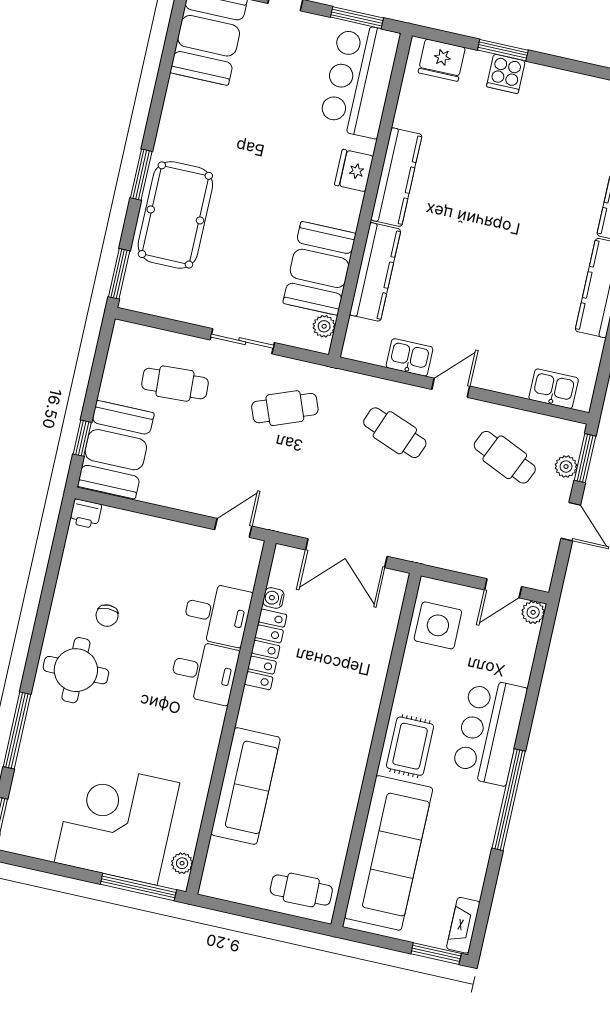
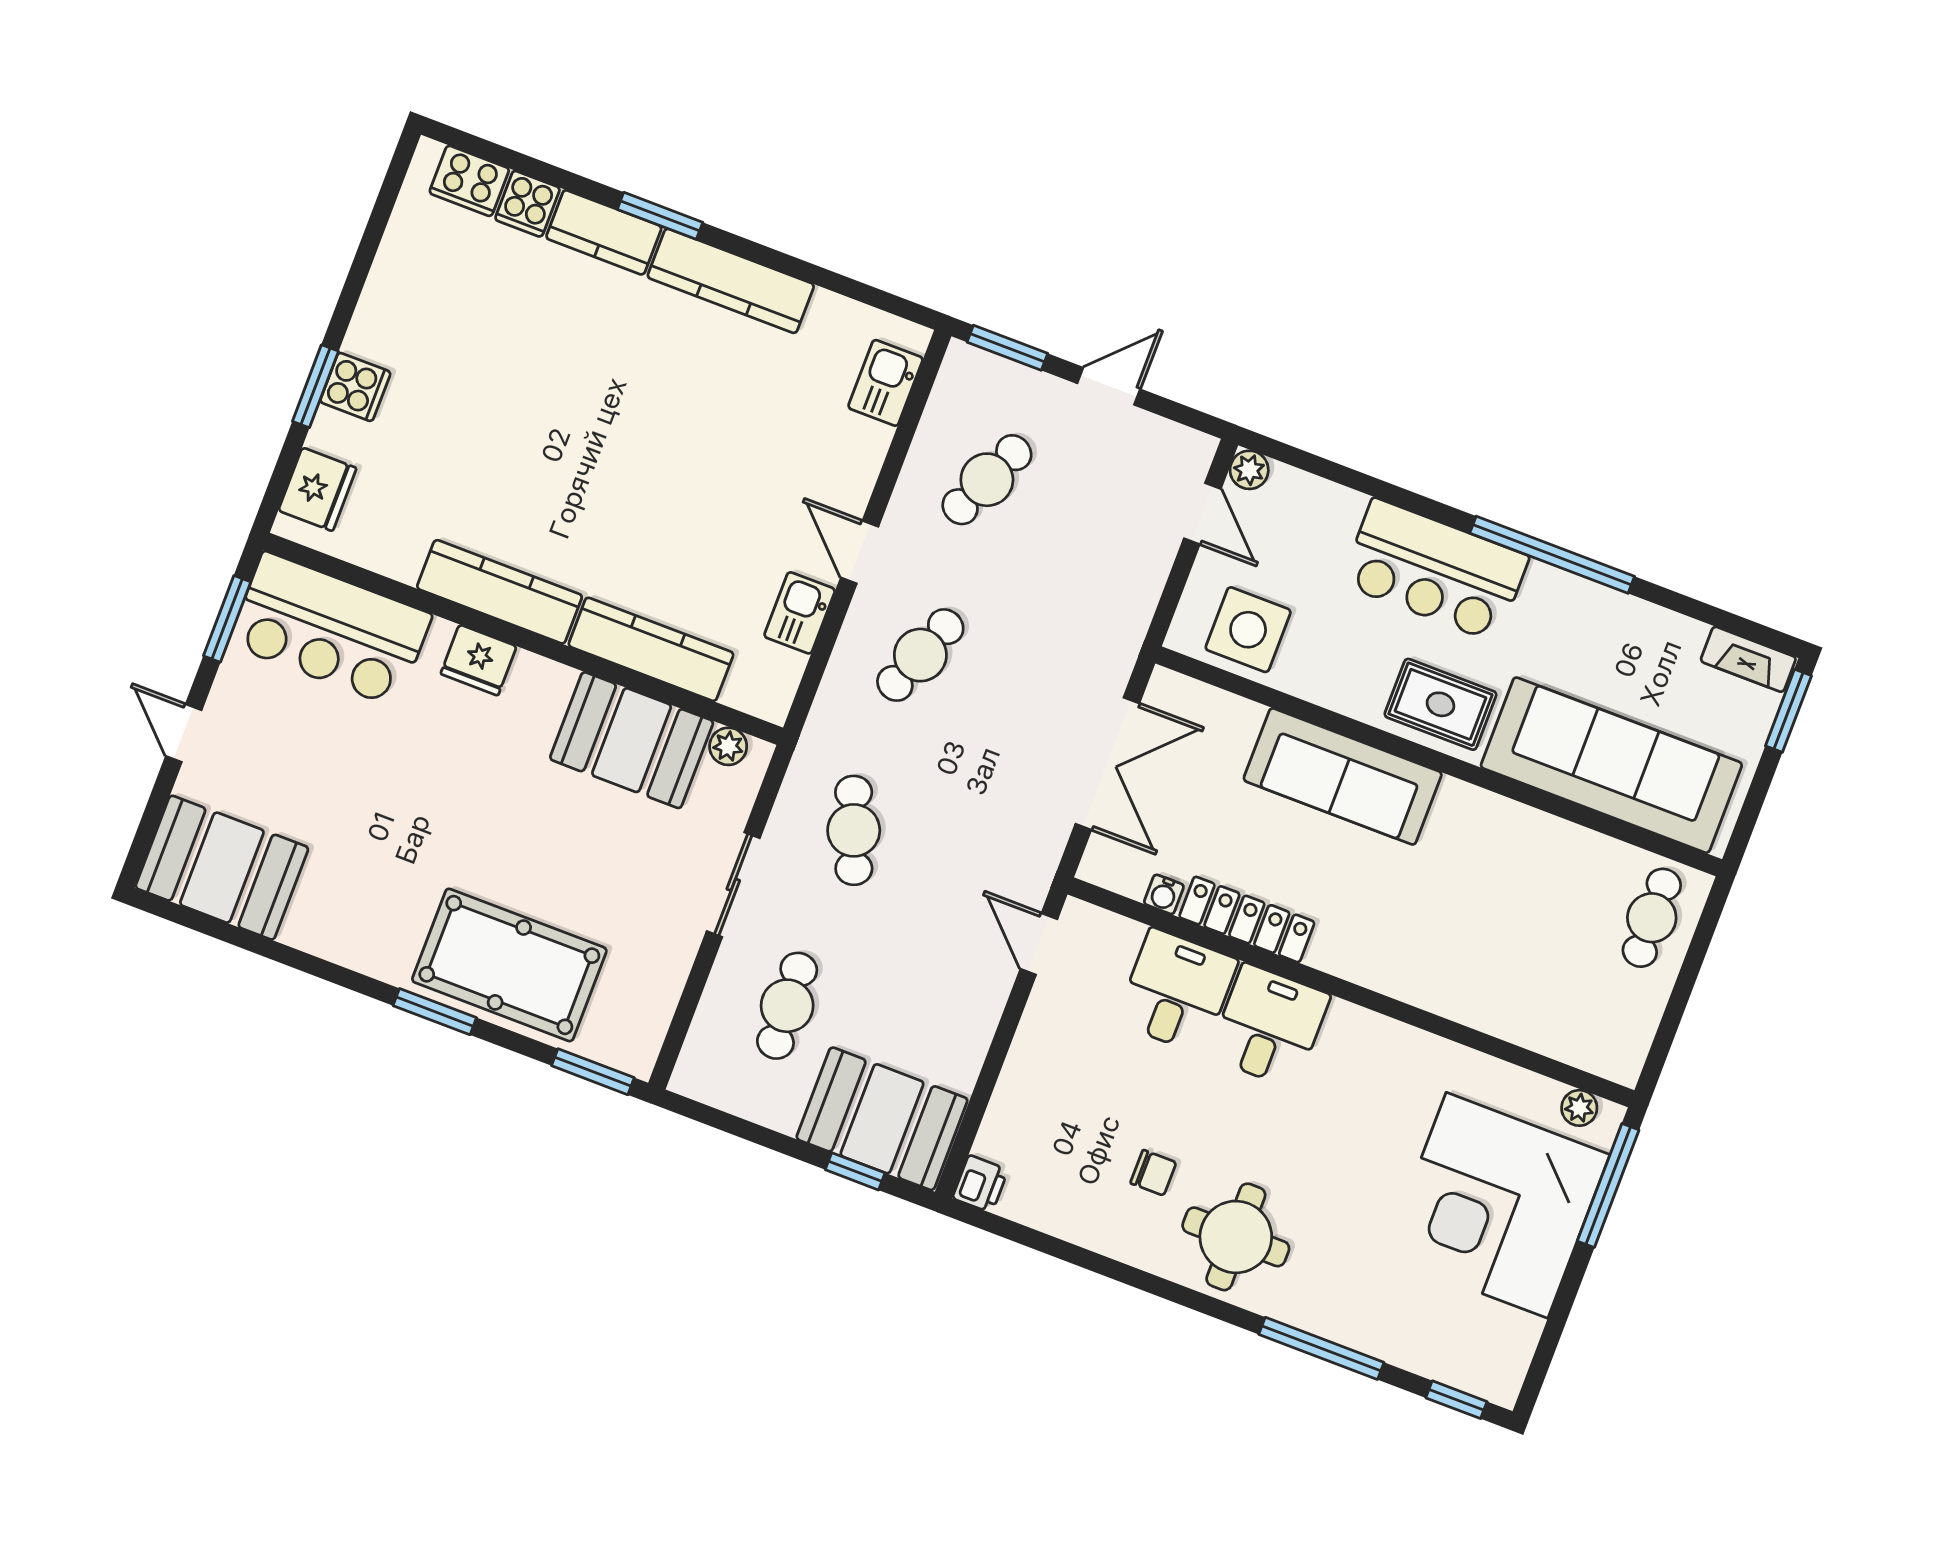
plant: (566, 467) -> (1017, 381), removed
sofa: (246, 786) -> (1343, 776), moved, turned 180

